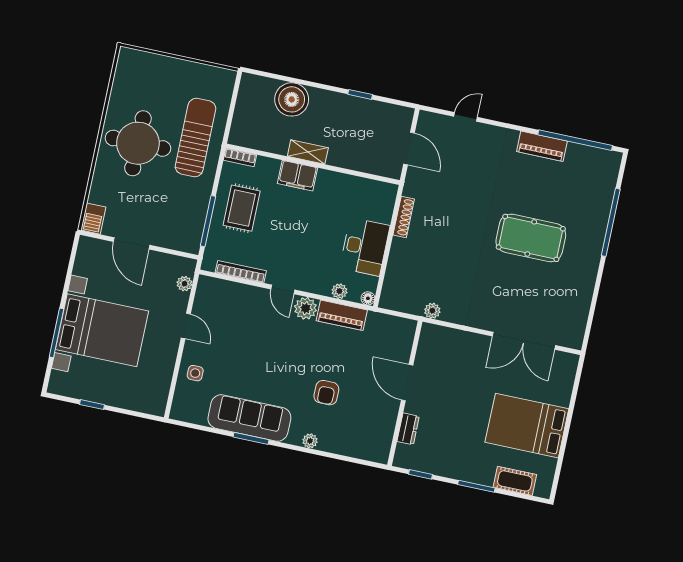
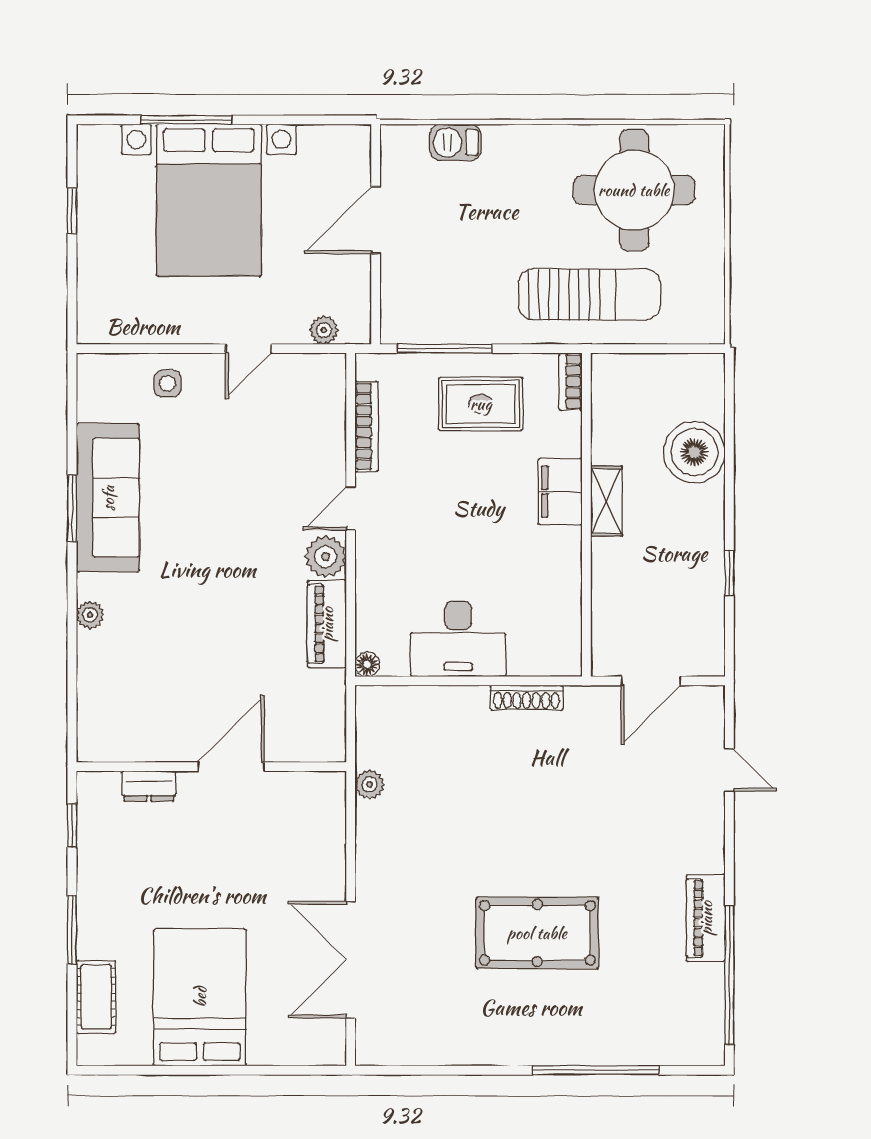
round table: (138, 143) -> (634, 190), moved
barbecue: (93, 219) -> (456, 142), moved
pool table: (531, 238) -> (537, 933), turned 90
plant: (339, 291) -> (369, 611), removed
armchair: (326, 393) -> (183, 626), removed

